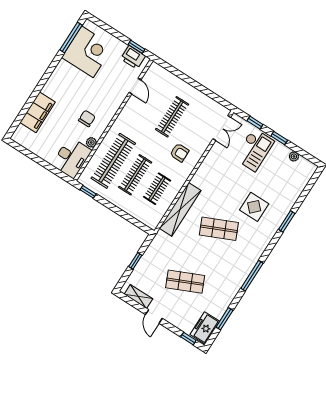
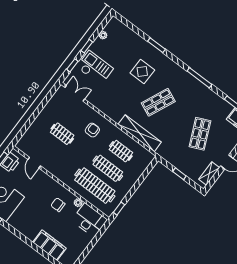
door: (135, 86) -> (34, 163), swing flipped
clothes rail: (172, 117) -> (62, 134), width x0.73
shop shelf: (219, 229) -> (158, 102), turned 48

